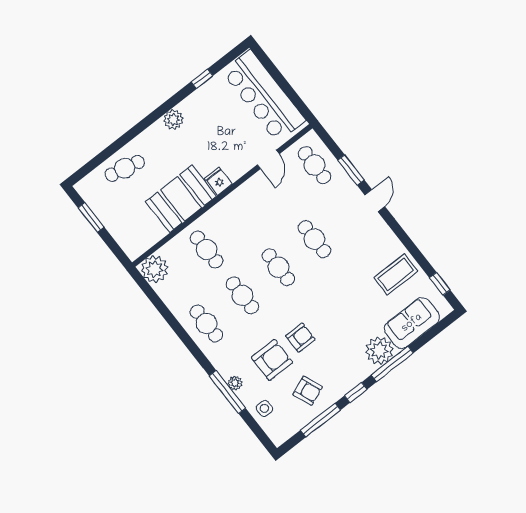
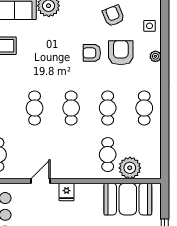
door: (268, 159) -> (40, 181), moved
booth: (181, 199) -> (128, 199), moved
plant: (155, 269) -> (130, 168), moved
armchair: (272, 360) -> (121, 53), turned 90
window: (227, 392) -> (165, 54), removed

